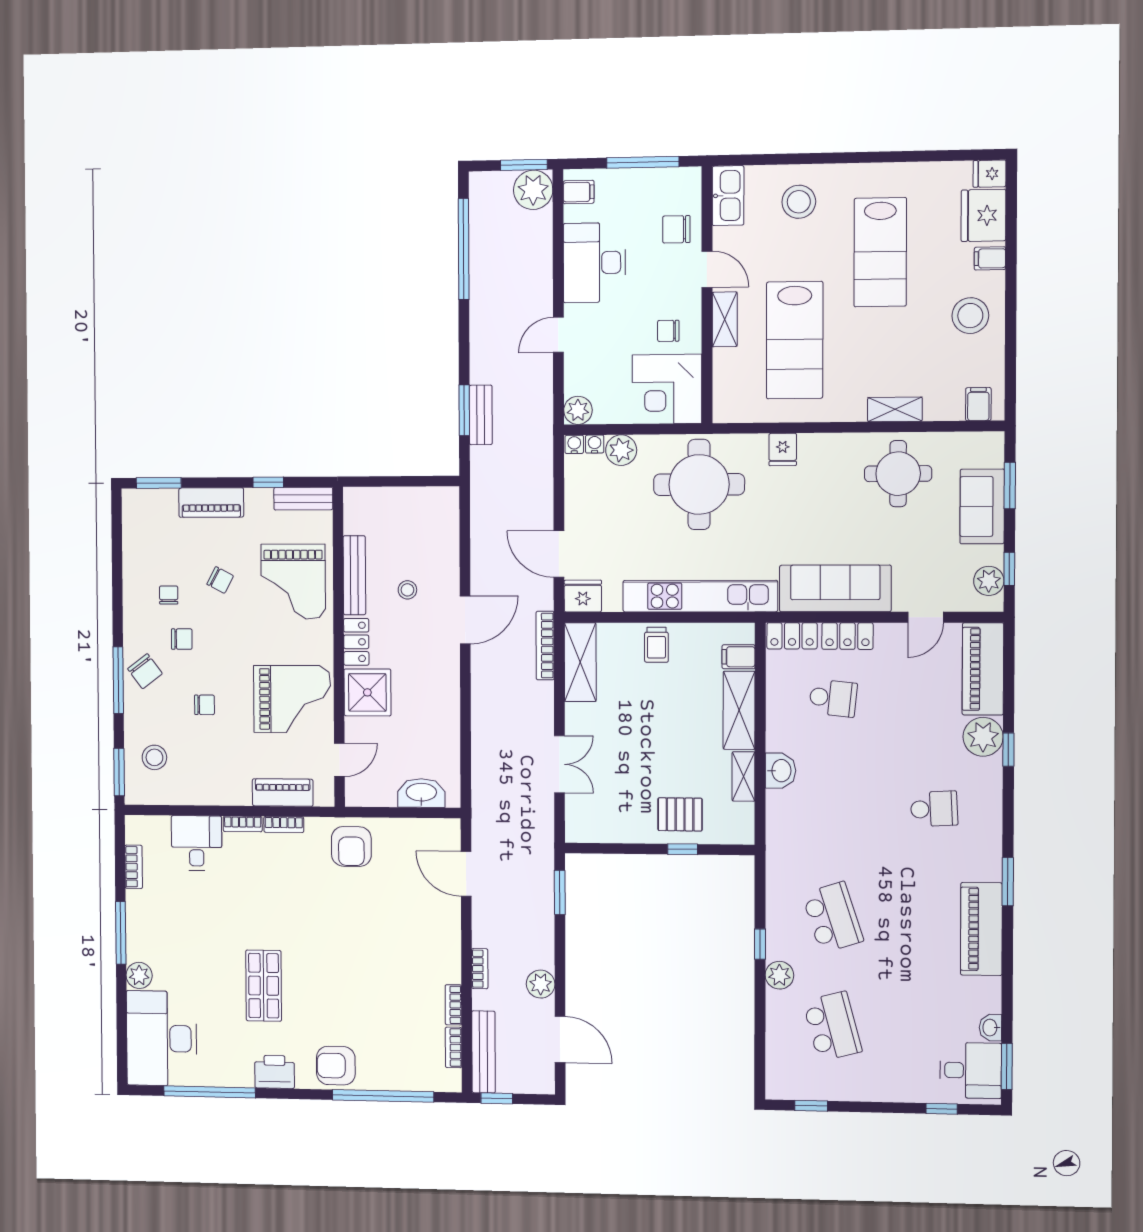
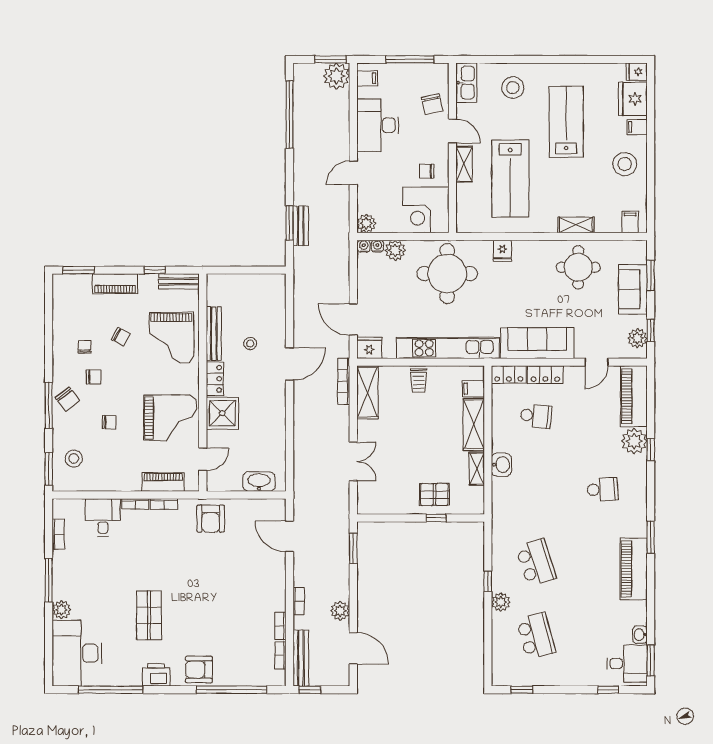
chair: (676, 229) -> (432, 104), turned -102
lab bench: (880, 252) -> (566, 122), turned 180

